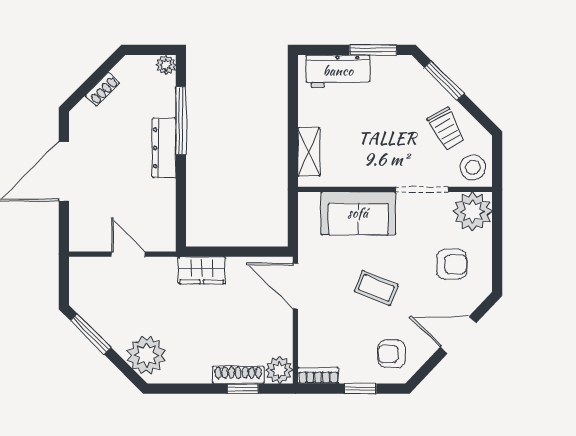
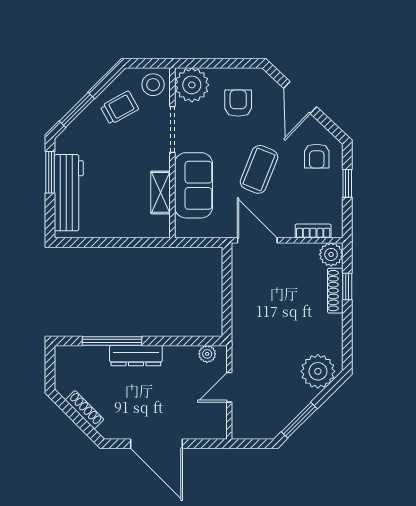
plant: (166, 65) -> (207, 354), moved
workbench: (338, 71) -> (69, 193), width x1.37
shoe rack: (103, 89) -> (84, 410), width x1.43
shelving: (309, 152) -> (161, 192), moved, turned 90
wardrobe: (202, 270) -> (243, 323), removed
door: (295, 286) -> (257, 240), swing flipped
coffee table: (376, 288) -> (259, 169), width x1.36, depth x1.30
bookcase: (318, 375) -> (313, 231), moved, turned 90

